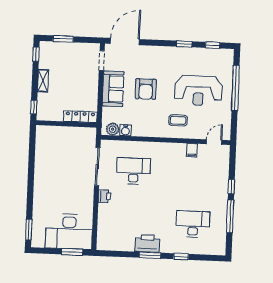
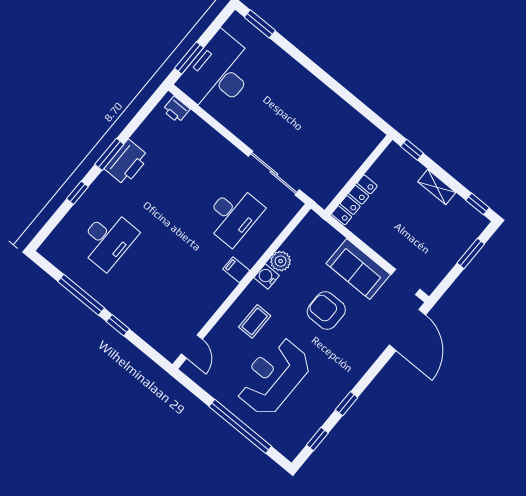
plant: (113, 129) -> (281, 261), moved
water cooler: (125, 130) -> (267, 276), moved
filing cabinet: (192, 150) -> (236, 270), moved
printer: (104, 196) -> (176, 110), moved

